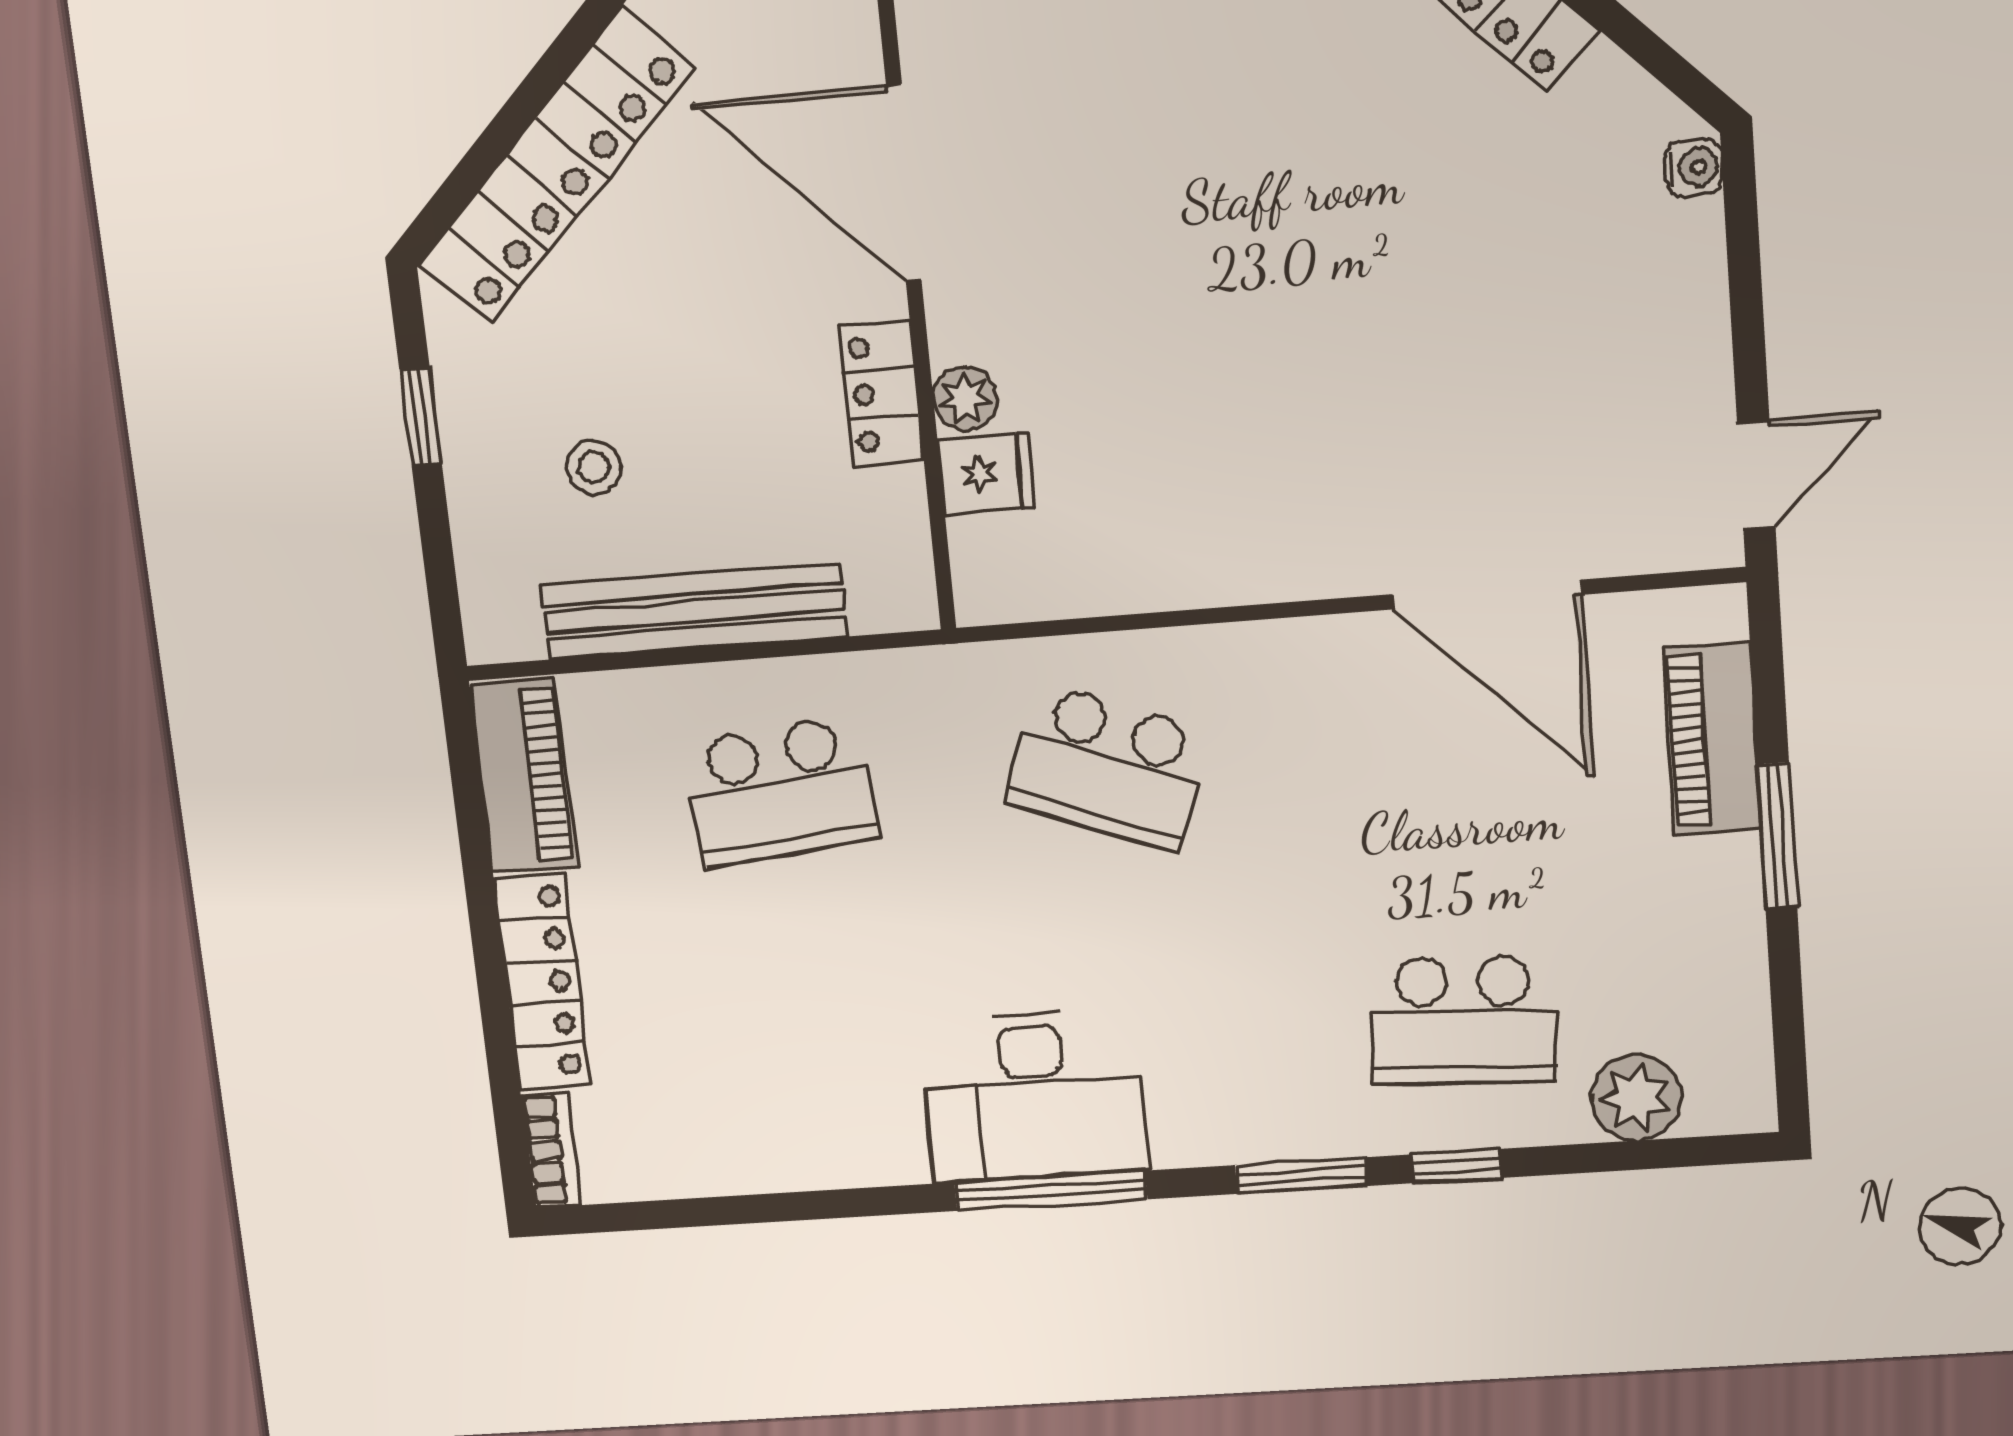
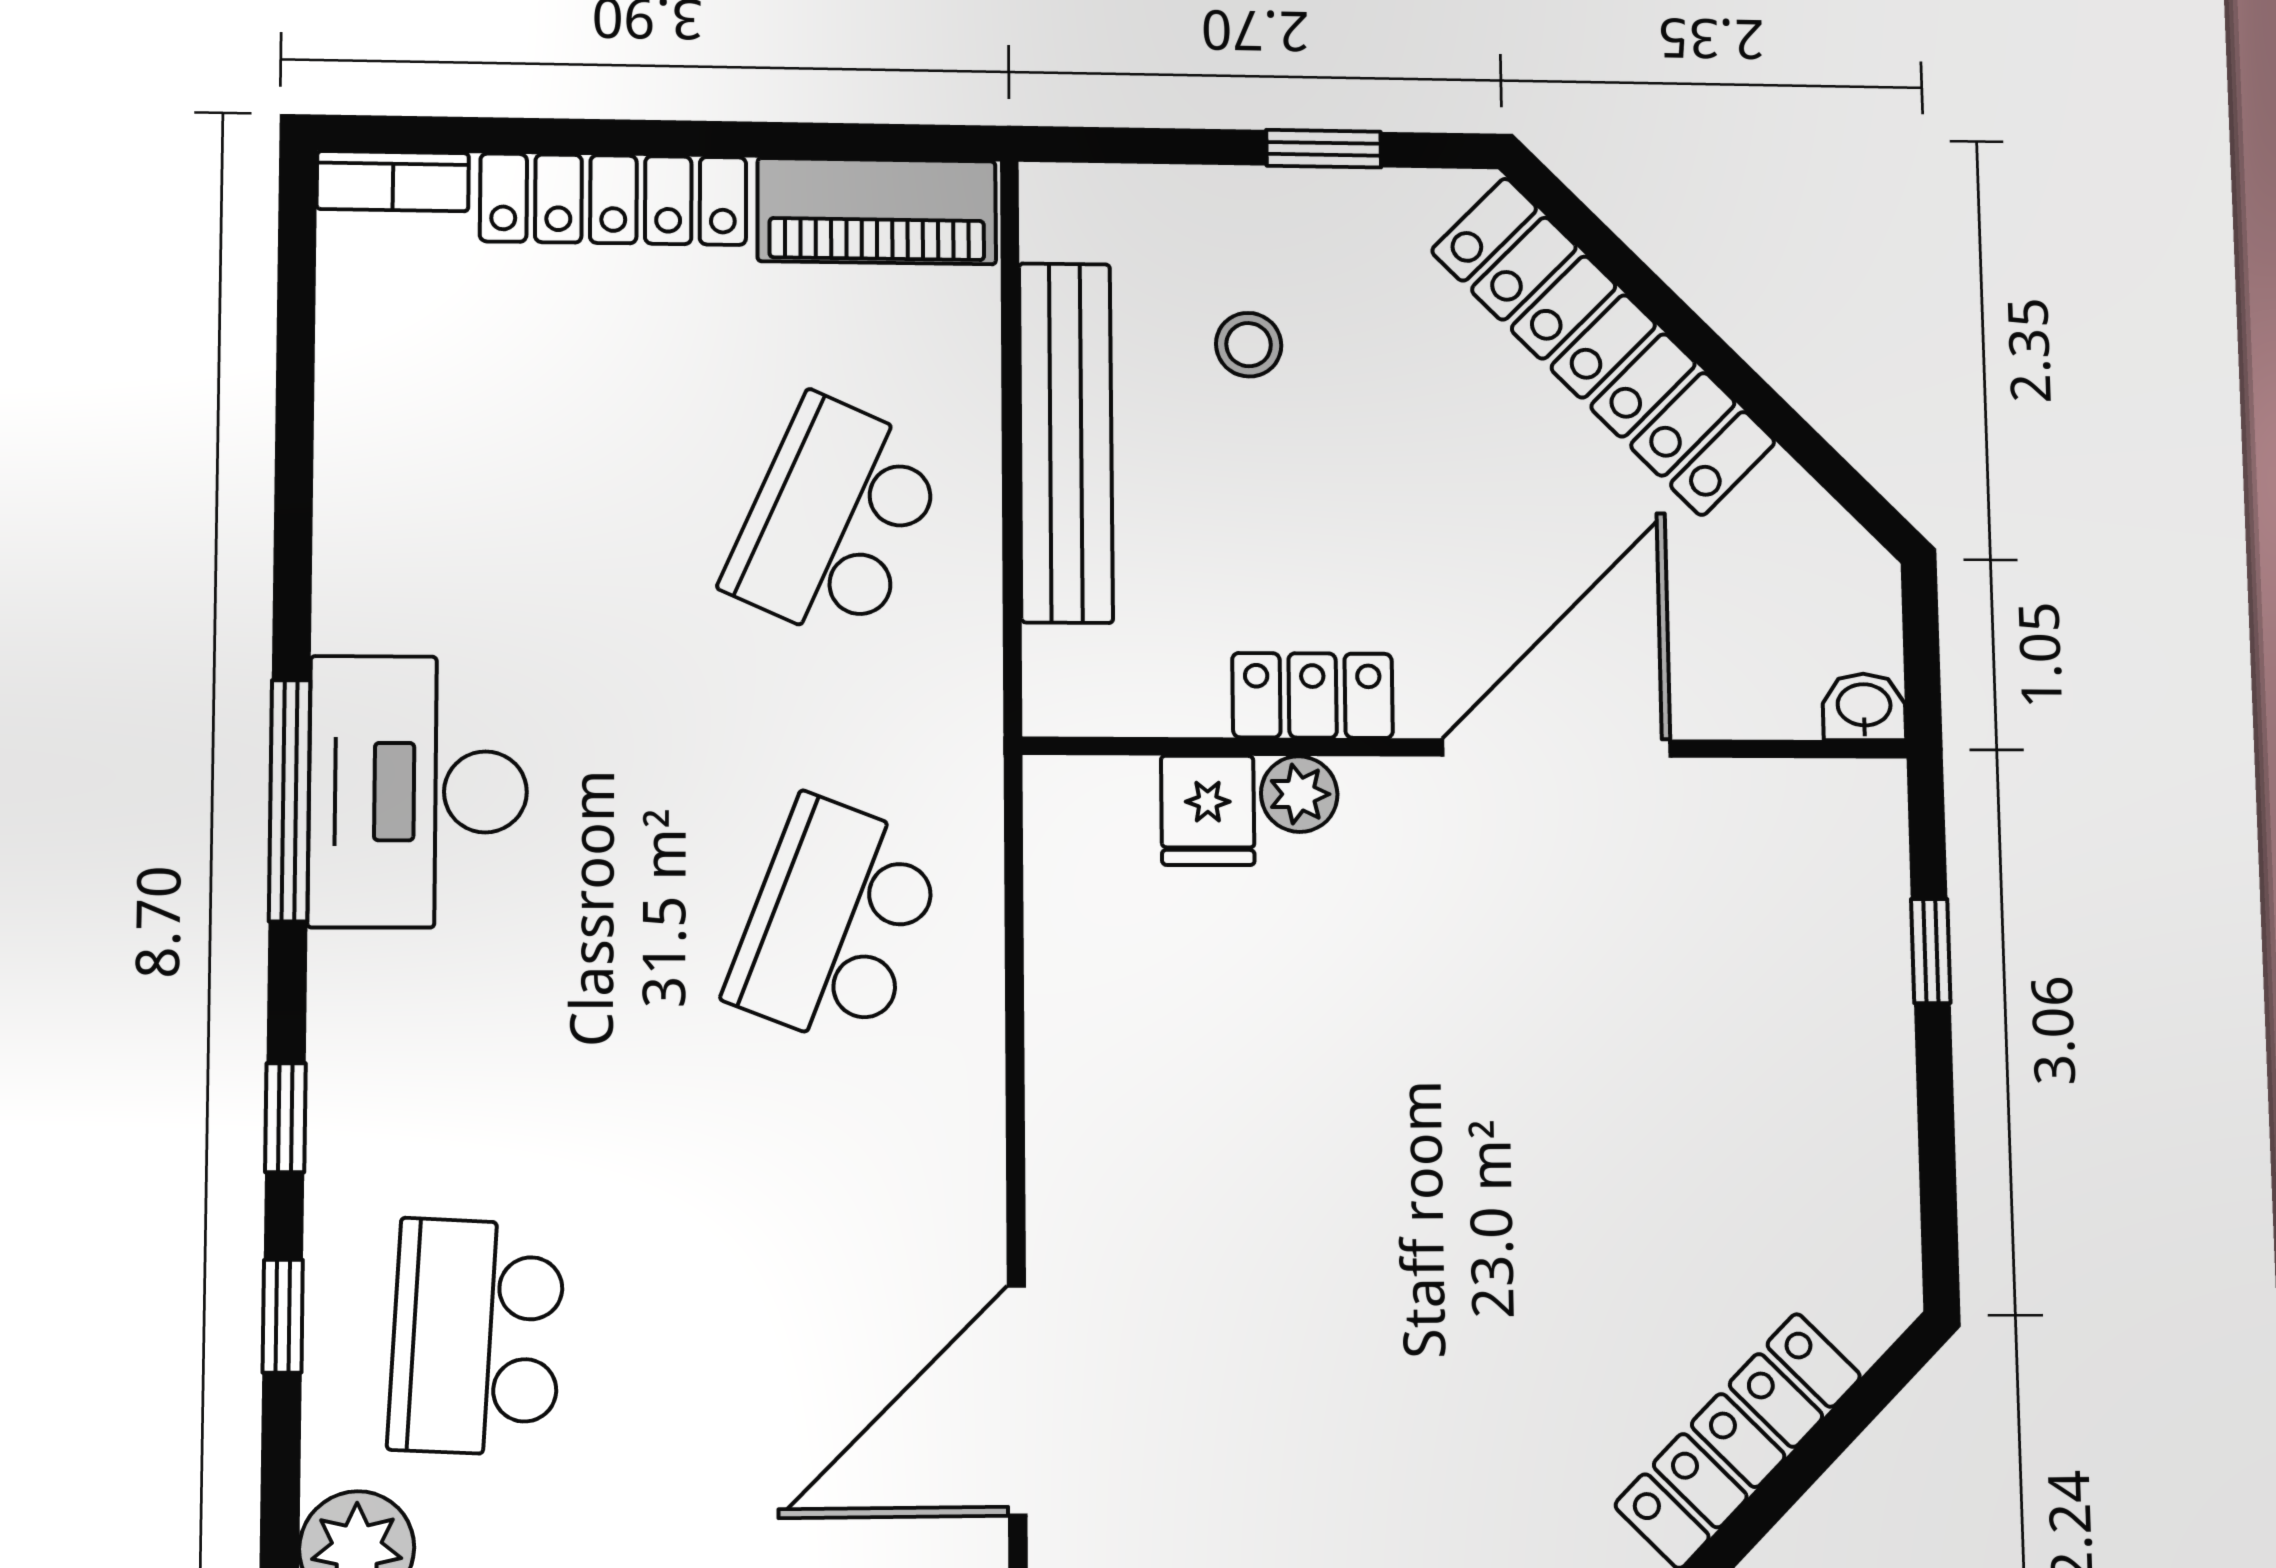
school desk: (780, 791) -> (835, 520), turned 30
window: (1301, 1176) -> (285, 1118), width x0.67

